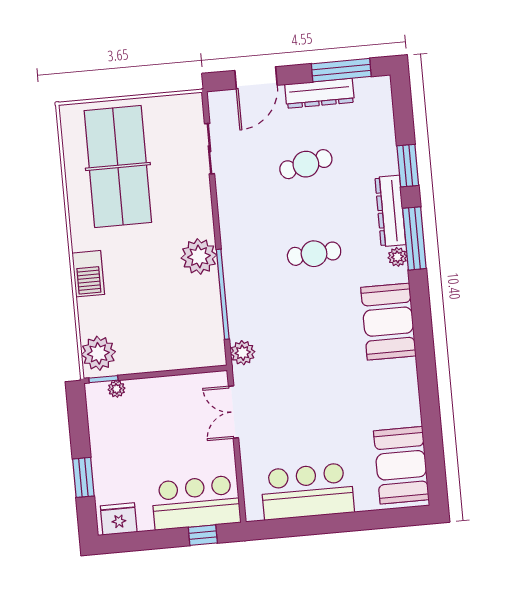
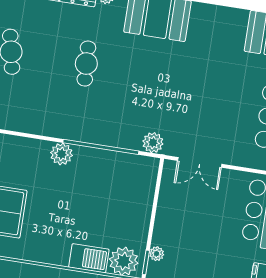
plant: (199, 256) -> (61, 154), width x0.73, depth x0.73
barbecue: (88, 274) -> (89, 258), moved

